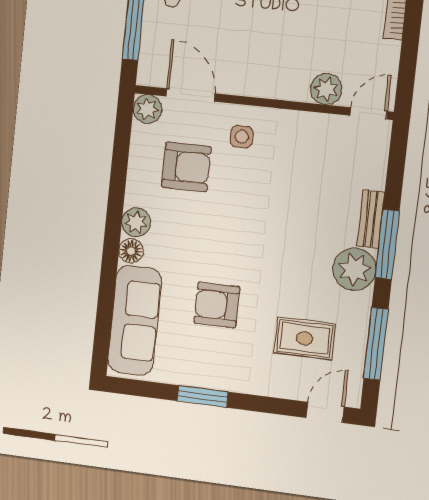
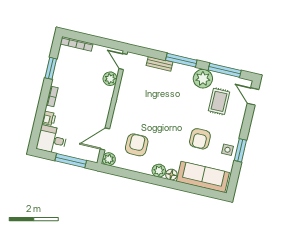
side table: (242, 137) -> (227, 150), moved
bench: (371, 219) -> (160, 64), moved
plant: (354, 269) -> (203, 79), moved

